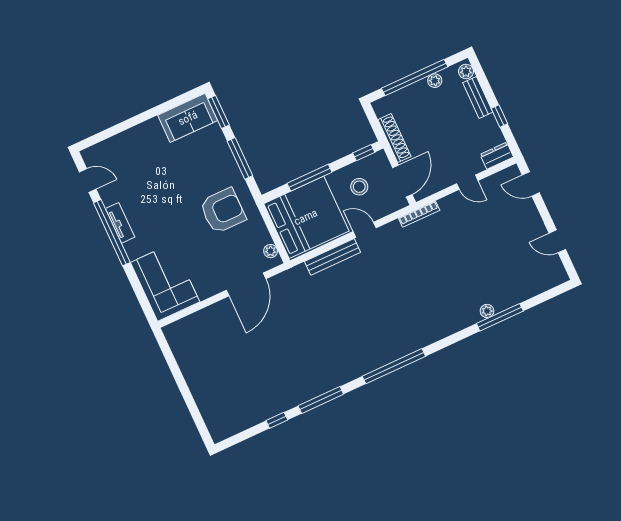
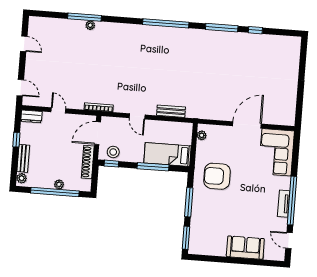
plant: (435, 81) -> (59, 184), moved
sofa: (188, 118) -> (245, 248), moved
stool: (359, 187) -> (113, 152), moved
bed: (306, 217) -> (167, 154), width x0.49
bench: (332, 257) -> (171, 111), width x0.73
door: (246, 284) -> (247, 125), moved

